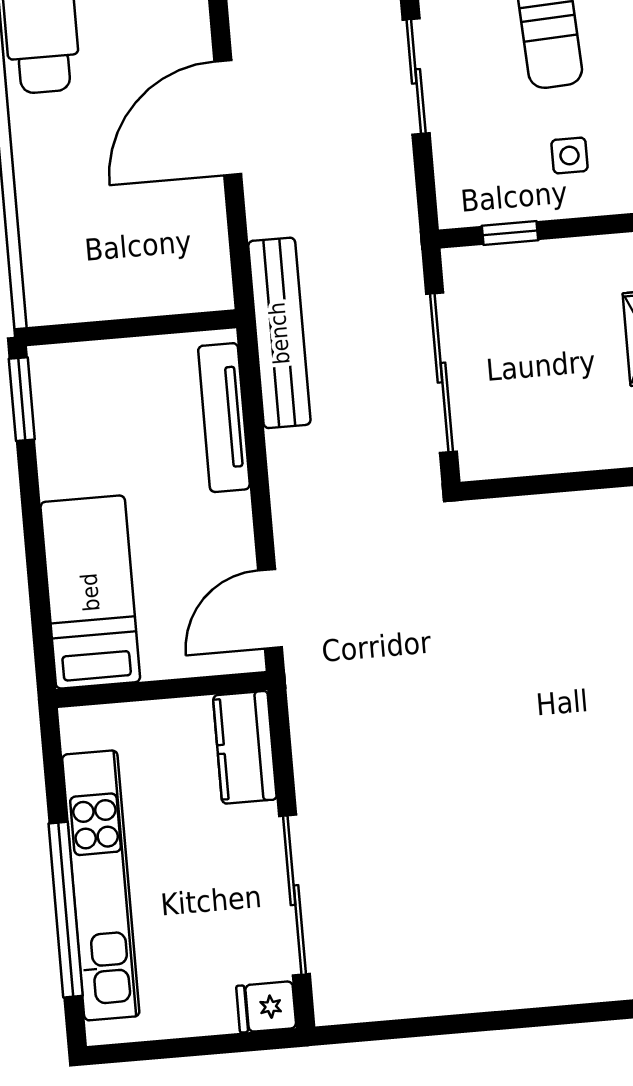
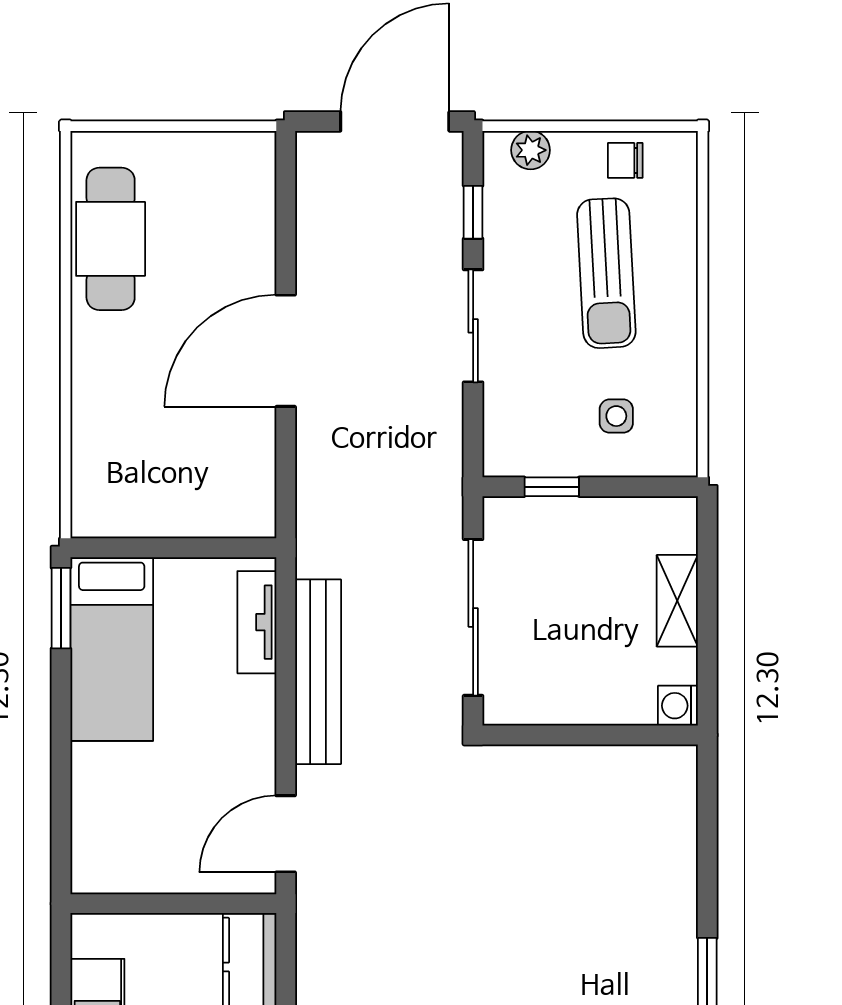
bench: (279, 333) -> (318, 672), moved
tv unit: (224, 418) -> (257, 622), width x0.71
bed: (90, 592) -> (112, 649), moved, turned 180

